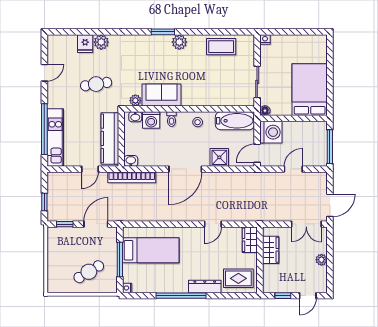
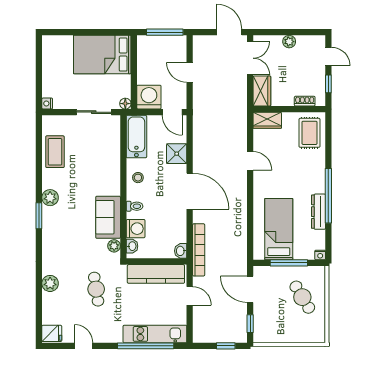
fridge: (85, 44) -> (52, 333), moved
wardrobe: (271, 250) -> (262, 91), moved, turned 90
shoe rack: (267, 274) -> (305, 101), added
dresser: (205, 286) -> (319, 212), moved

